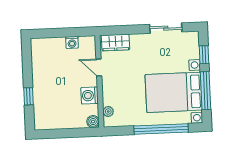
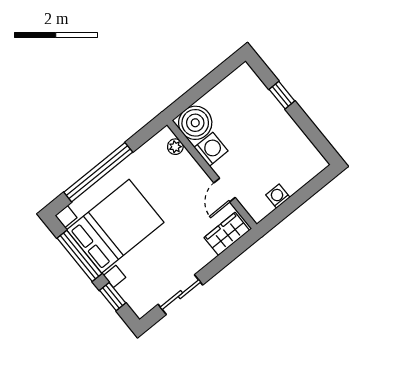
door: (99, 67) -> (225, 190), swing flipped
boiler: (93, 122) -> (195, 123), width x1.86, depth x1.86

